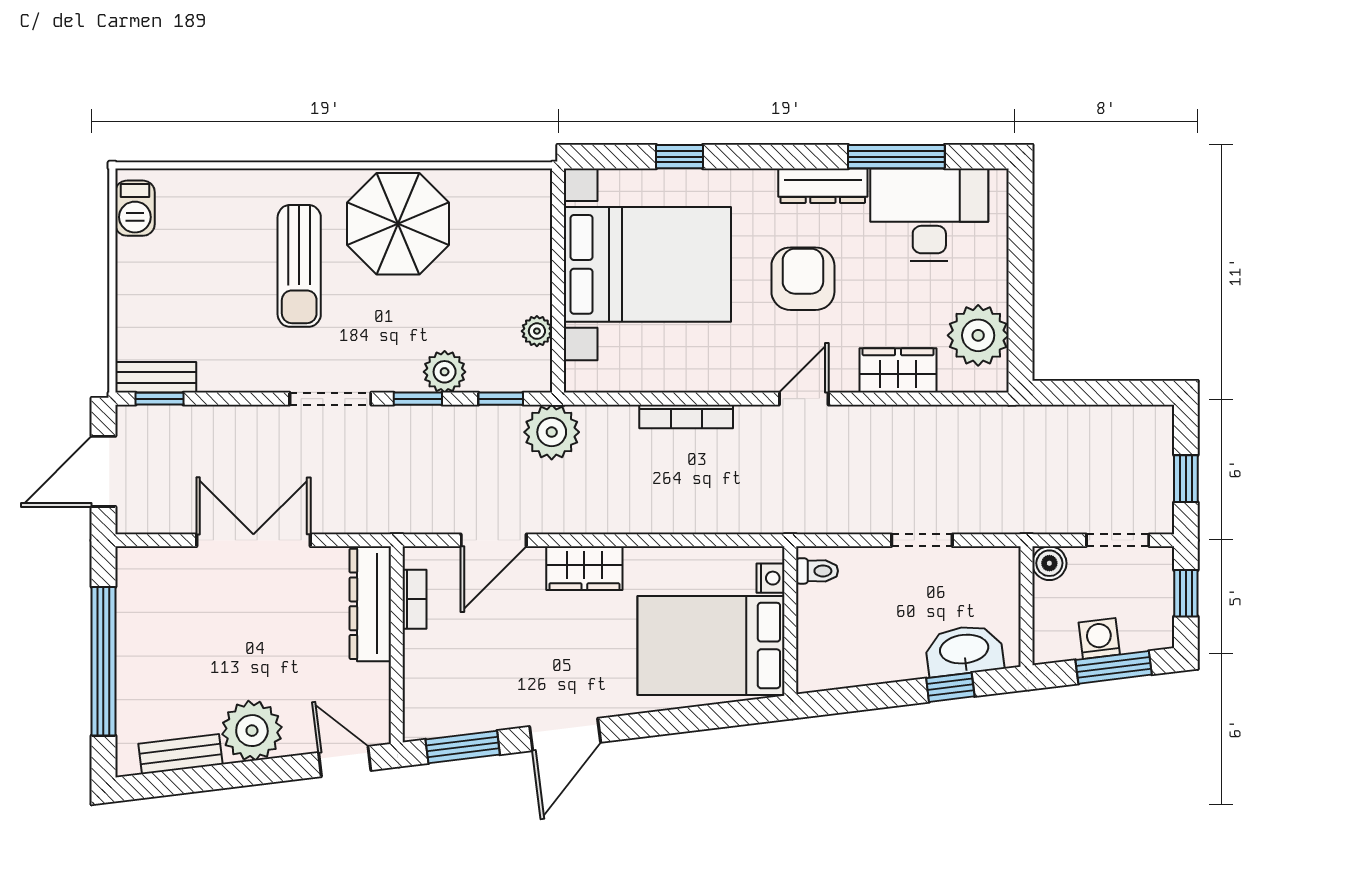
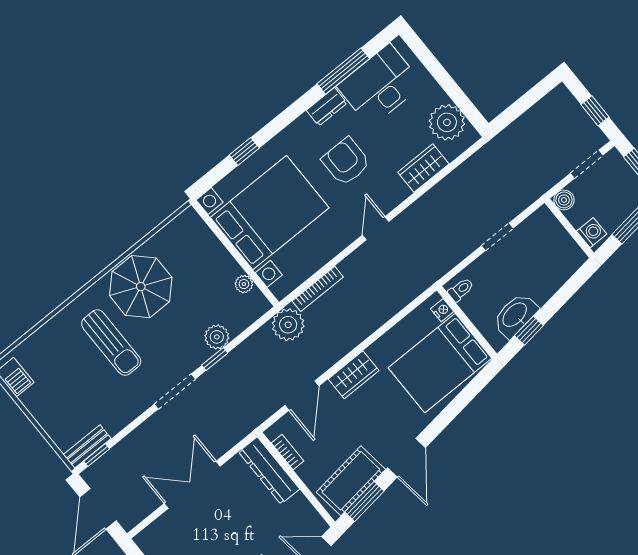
dresser: (823, 186) -> (327, 107), width x0.70
window: (501, 399) -> (252, 328), removed
door: (804, 399) -> (376, 228), moved
bookcase: (686, 416) -> (318, 289), moved
washing machine: (1099, 639) -> (592, 233), moved, turned 97
washbasin: (964, 650) -> (515, 315), moved
window: (950, 687) -> (529, 331), moved
cot: (467, 705) -> (351, 481), added

